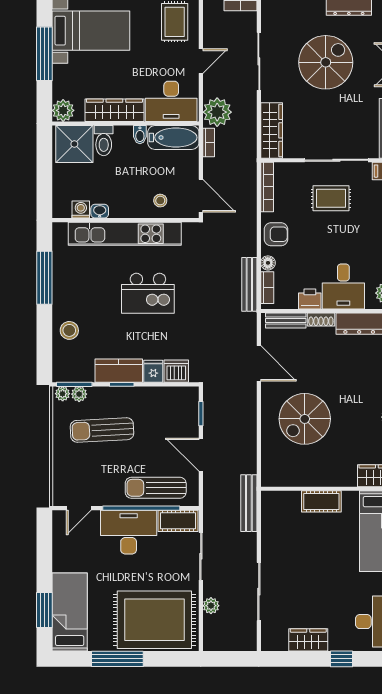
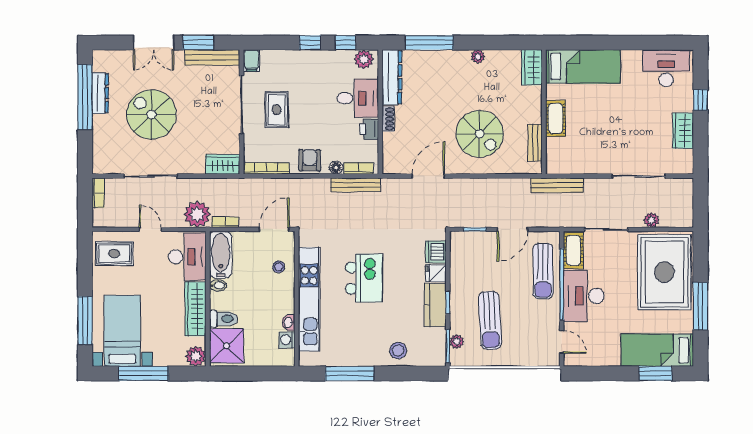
wardrobe: (272, 130) -> (223, 164), width x0.67
bench: (286, 321) -> (535, 143), moved
plant: (63, 394) -> (456, 357), removed

